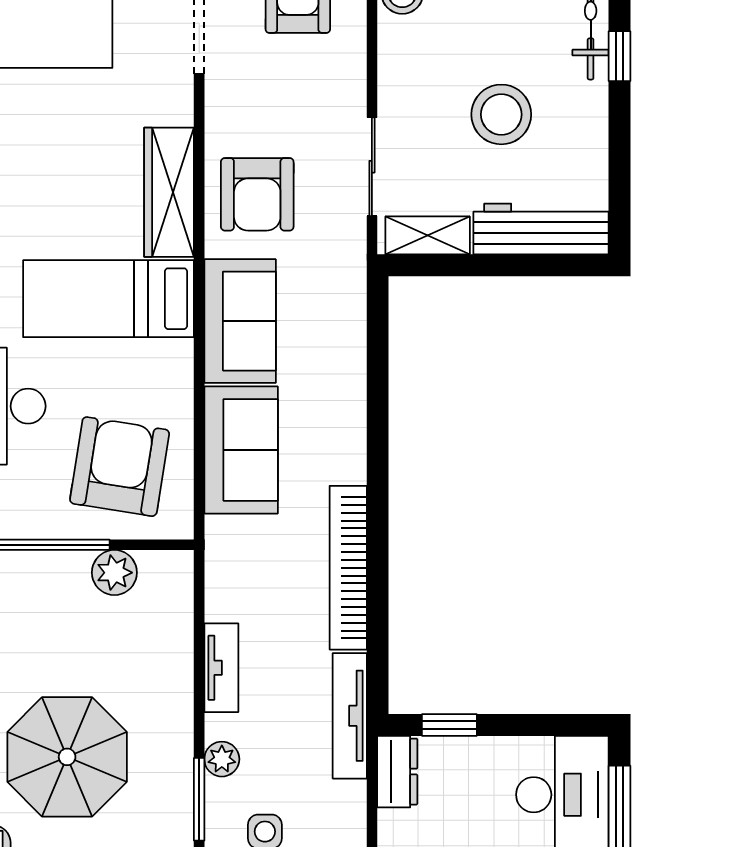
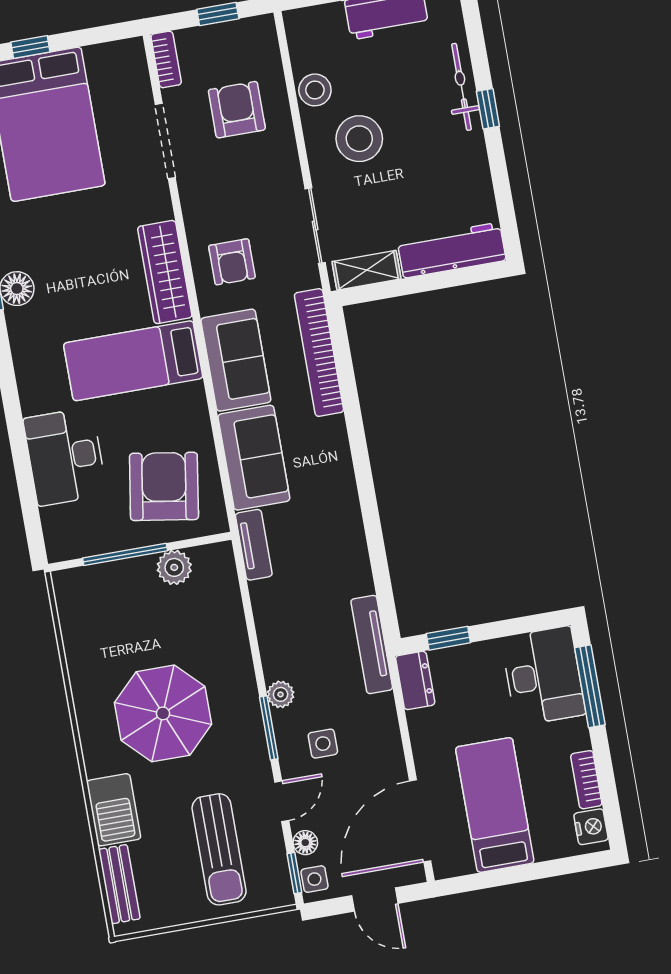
stool: (501, 114) -> (359, 139), moved
armchair: (257, 194) -> (232, 262), width x0.72, depth x0.72
bookcase: (348, 568) -> (319, 353), moved
tv unit: (221, 668) -> (254, 545), moved

